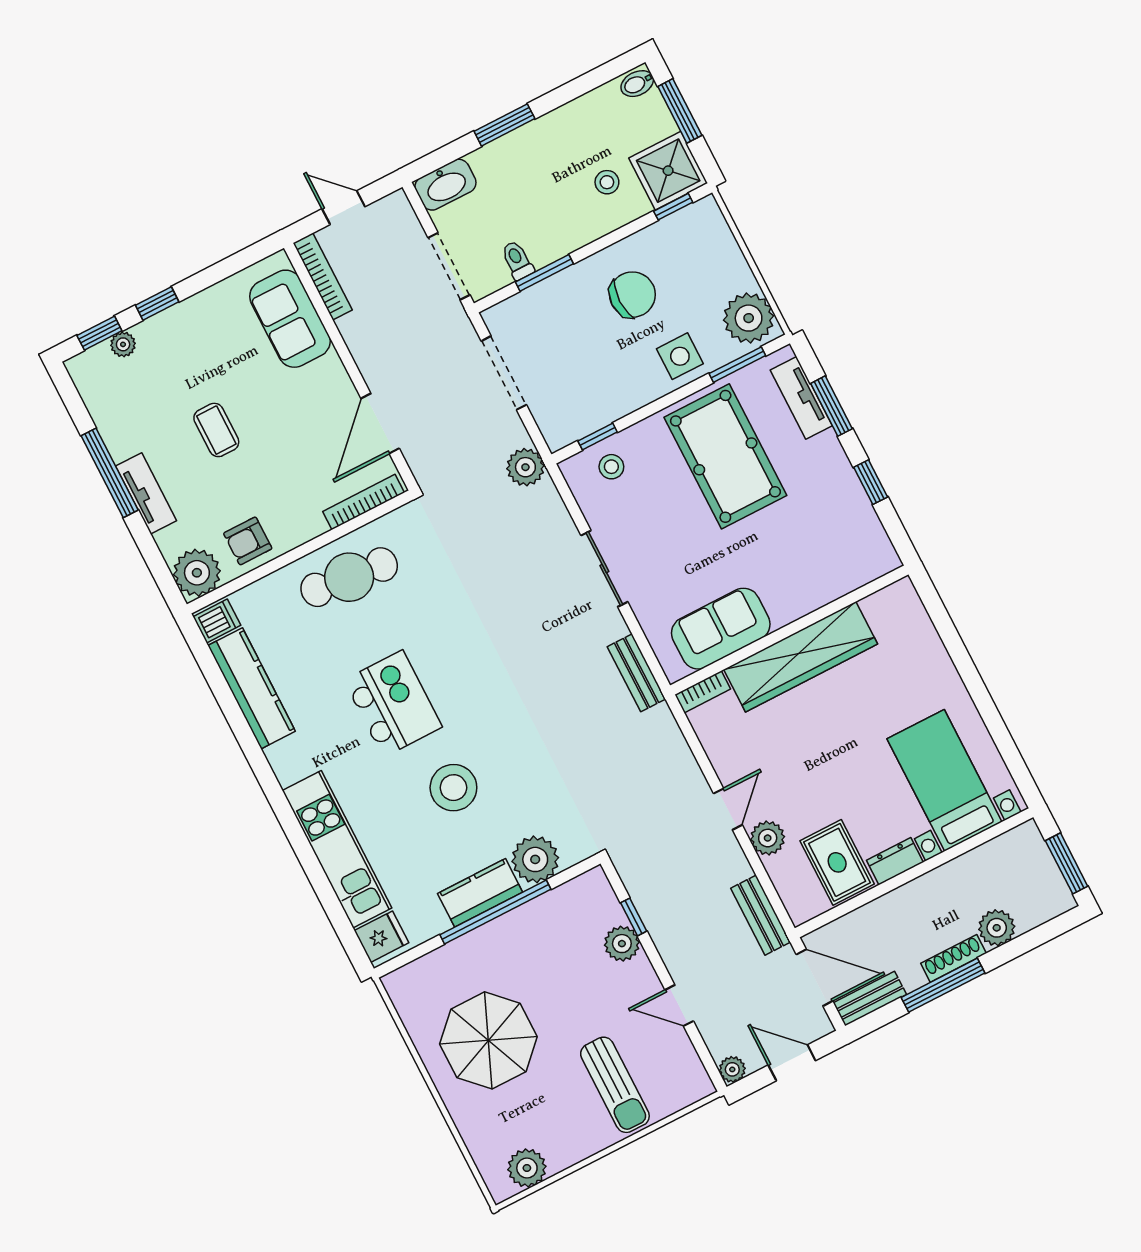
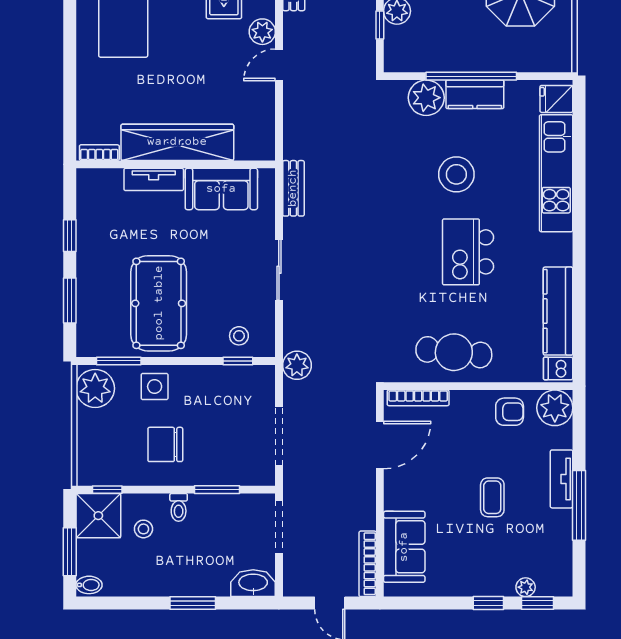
toilet: (517, 260) -> (179, 507), moved
tv unit: (801, 398) -> (154, 179), moved, turned 90
bookcase: (703, 692) -> (99, 153), moved

